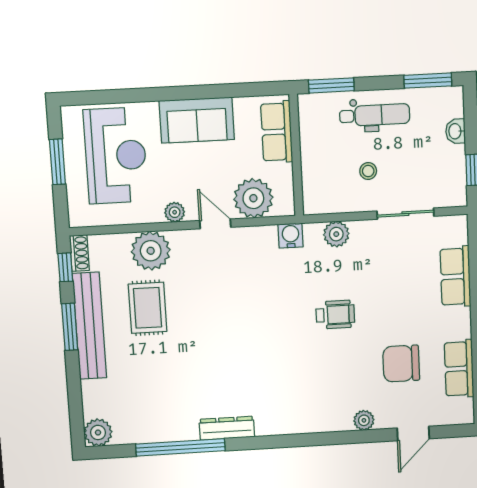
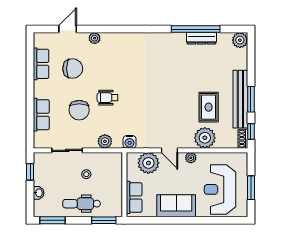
chair: (386, 289) -> (79, 110), added
dresser: (227, 428) -> (201, 38), moved

